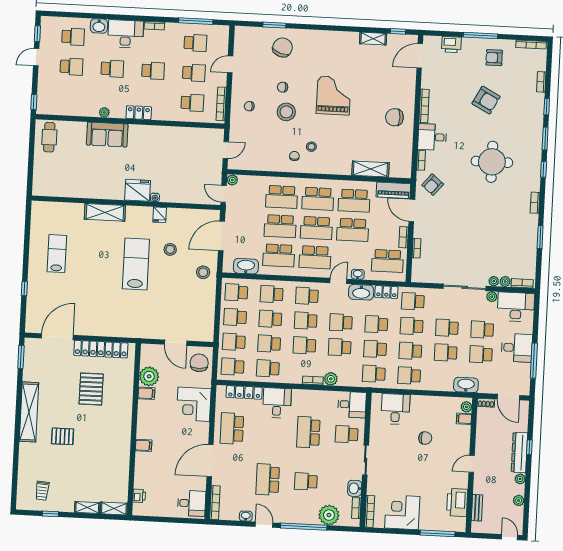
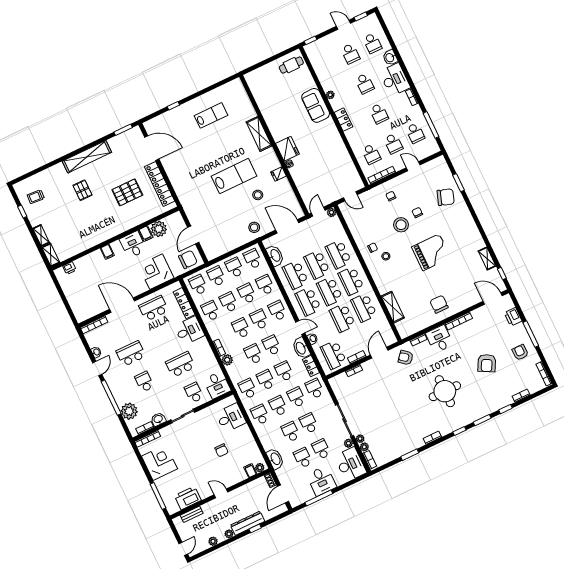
piano: (393, 190) -> (386, 332), removed
desk: (192, 503) -> (133, 245), moved, turned 180

